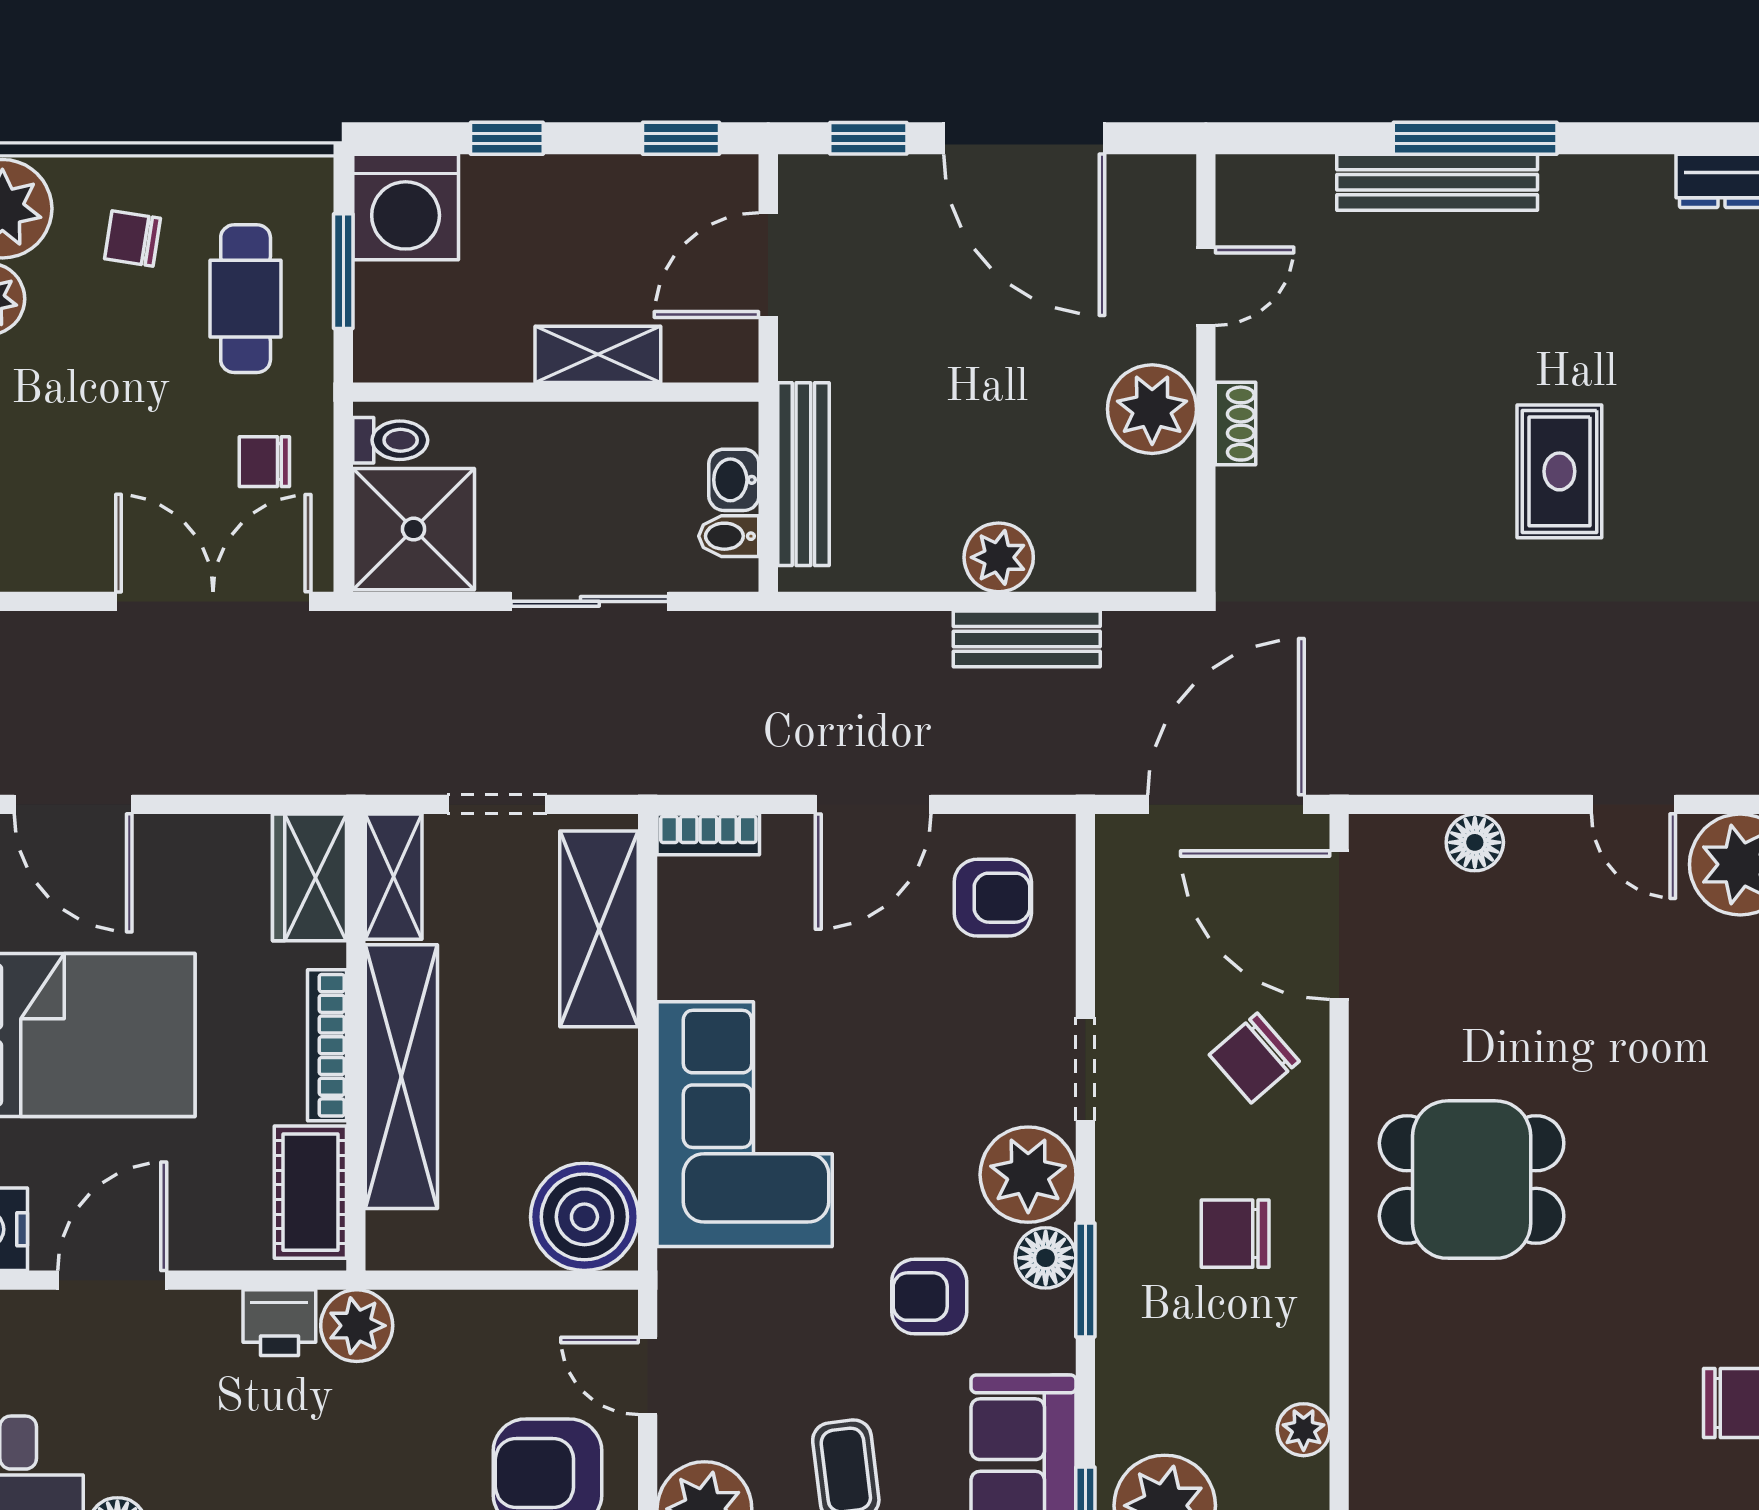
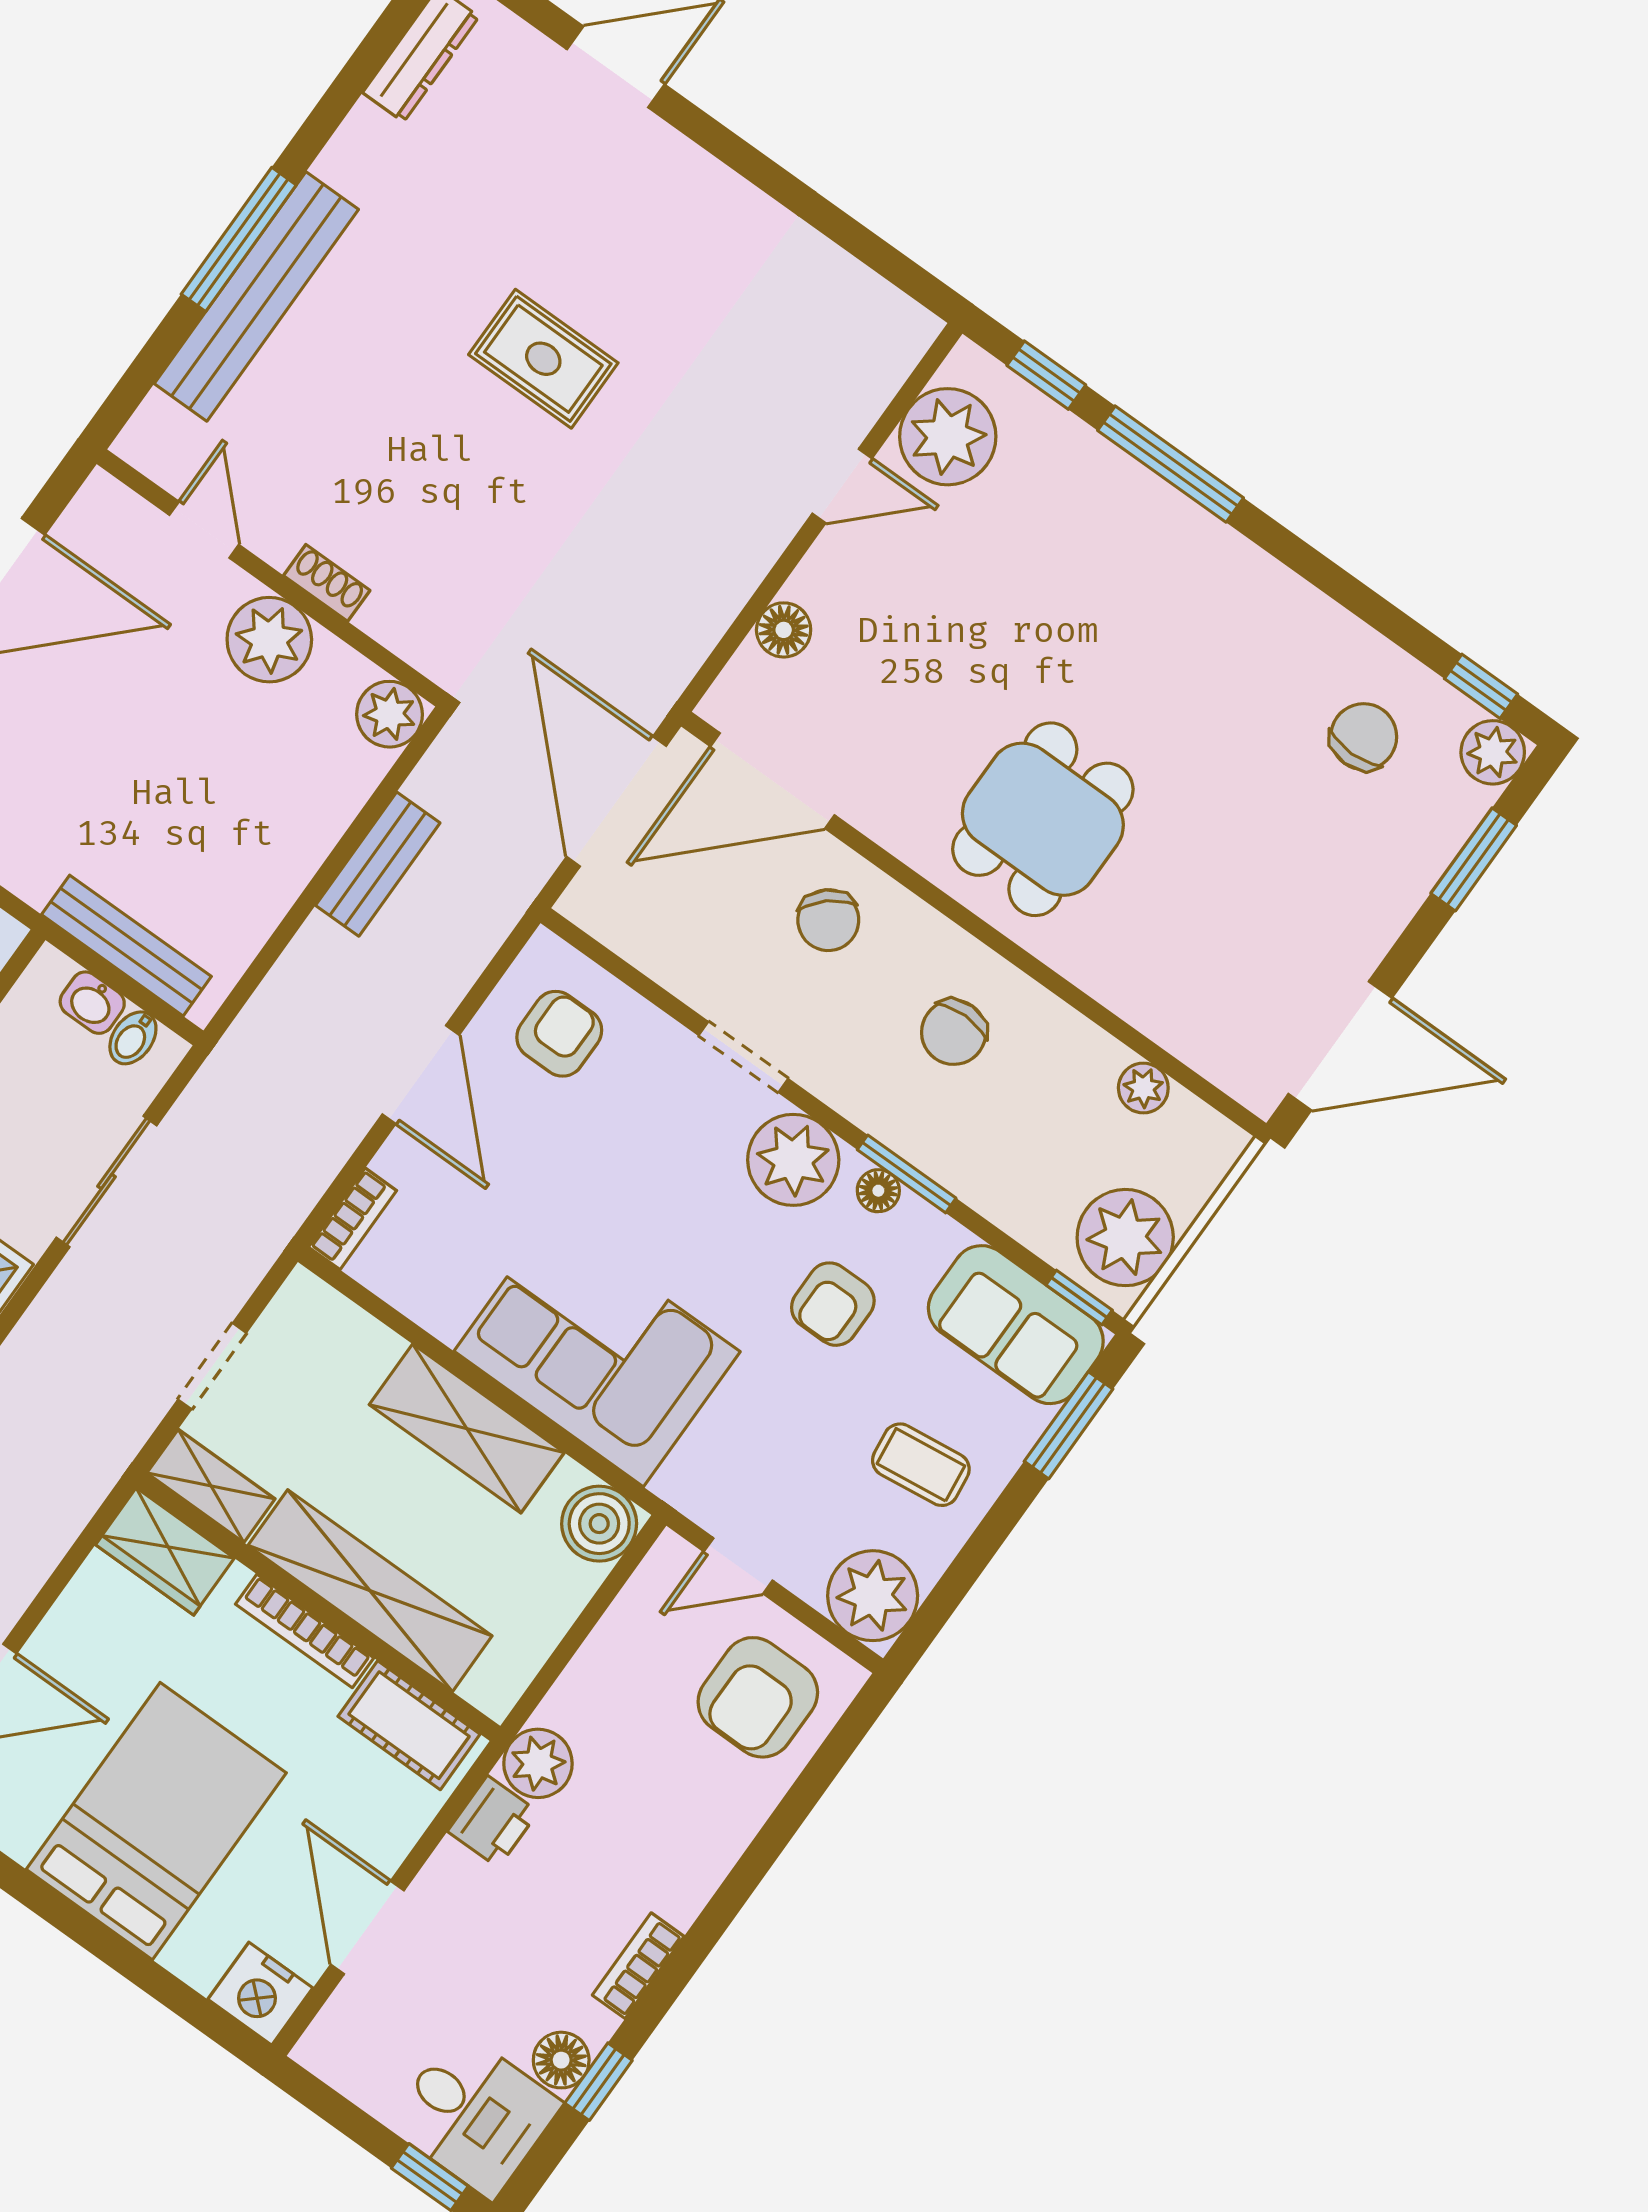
bench: (1437, 182) -> (256, 296), width x1.37, depth x1.21
plant: (999, 557) -> (390, 714), moved
shelving: (599, 929) -> (467, 1429), moved
boiler: (584, 1217) -> (599, 1524), width x0.73, depth x0.73
floor lamp: (1046, 1258) -> (878, 1191), width x0.73, depth x0.73

